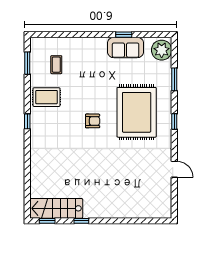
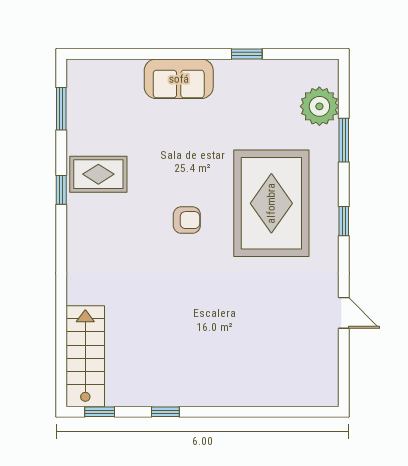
sofa: (126, 47) -> (179, 79), moved
plant: (162, 50) -> (319, 106), moved
coffee table: (56, 65) -> (117, 112), removed
window: (27, 121) -> (61, 190), moved
stairs: (56, 208) -> (85, 356), moved, turned 90

